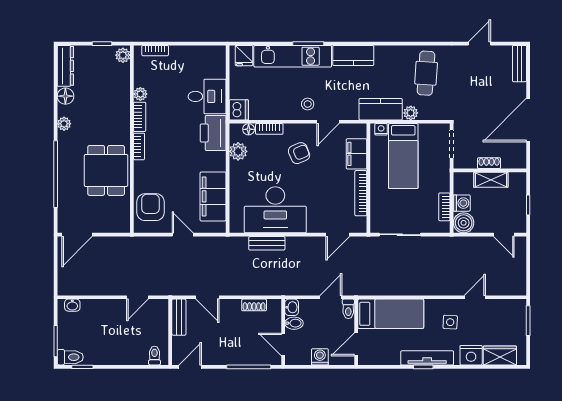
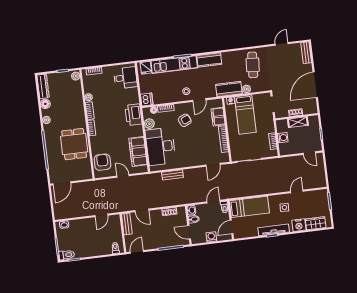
desk: (207, 96) -> (125, 78), moved
desk: (275, 210) -> (161, 146), moved, turned 90
boiler: (464, 223) -> (285, 149), removed

